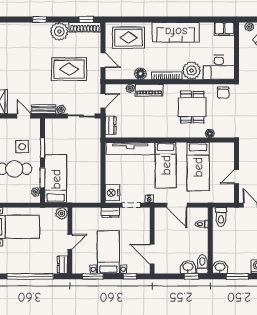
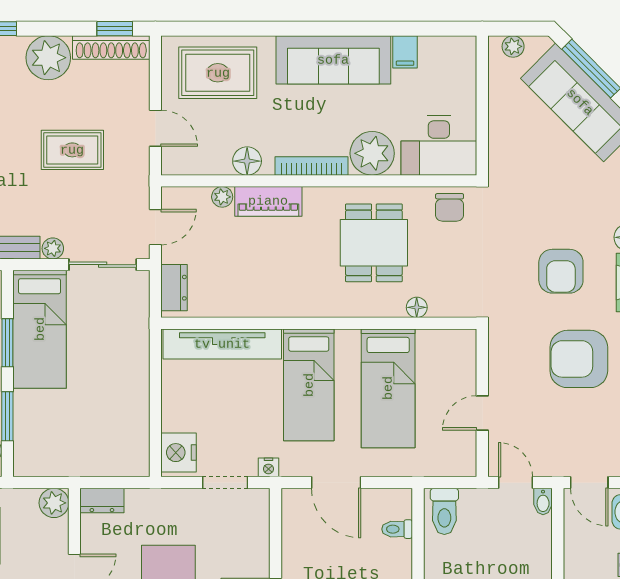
filing cabinet: (224, 29) -> (405, 52), moved, width x0.50
rug: (69, 69) -> (72, 150), width x0.73, depth x0.70
bed: (56, 179) -> (40, 329), moved, turned 180
dresser: (110, 212) -> (102, 500), moved

